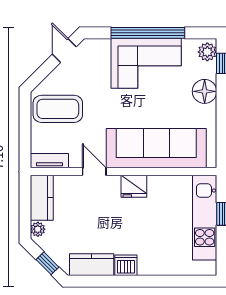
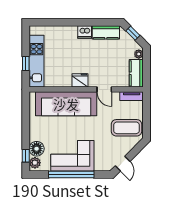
floor lamp: (205, 91) -> (37, 149), moved

